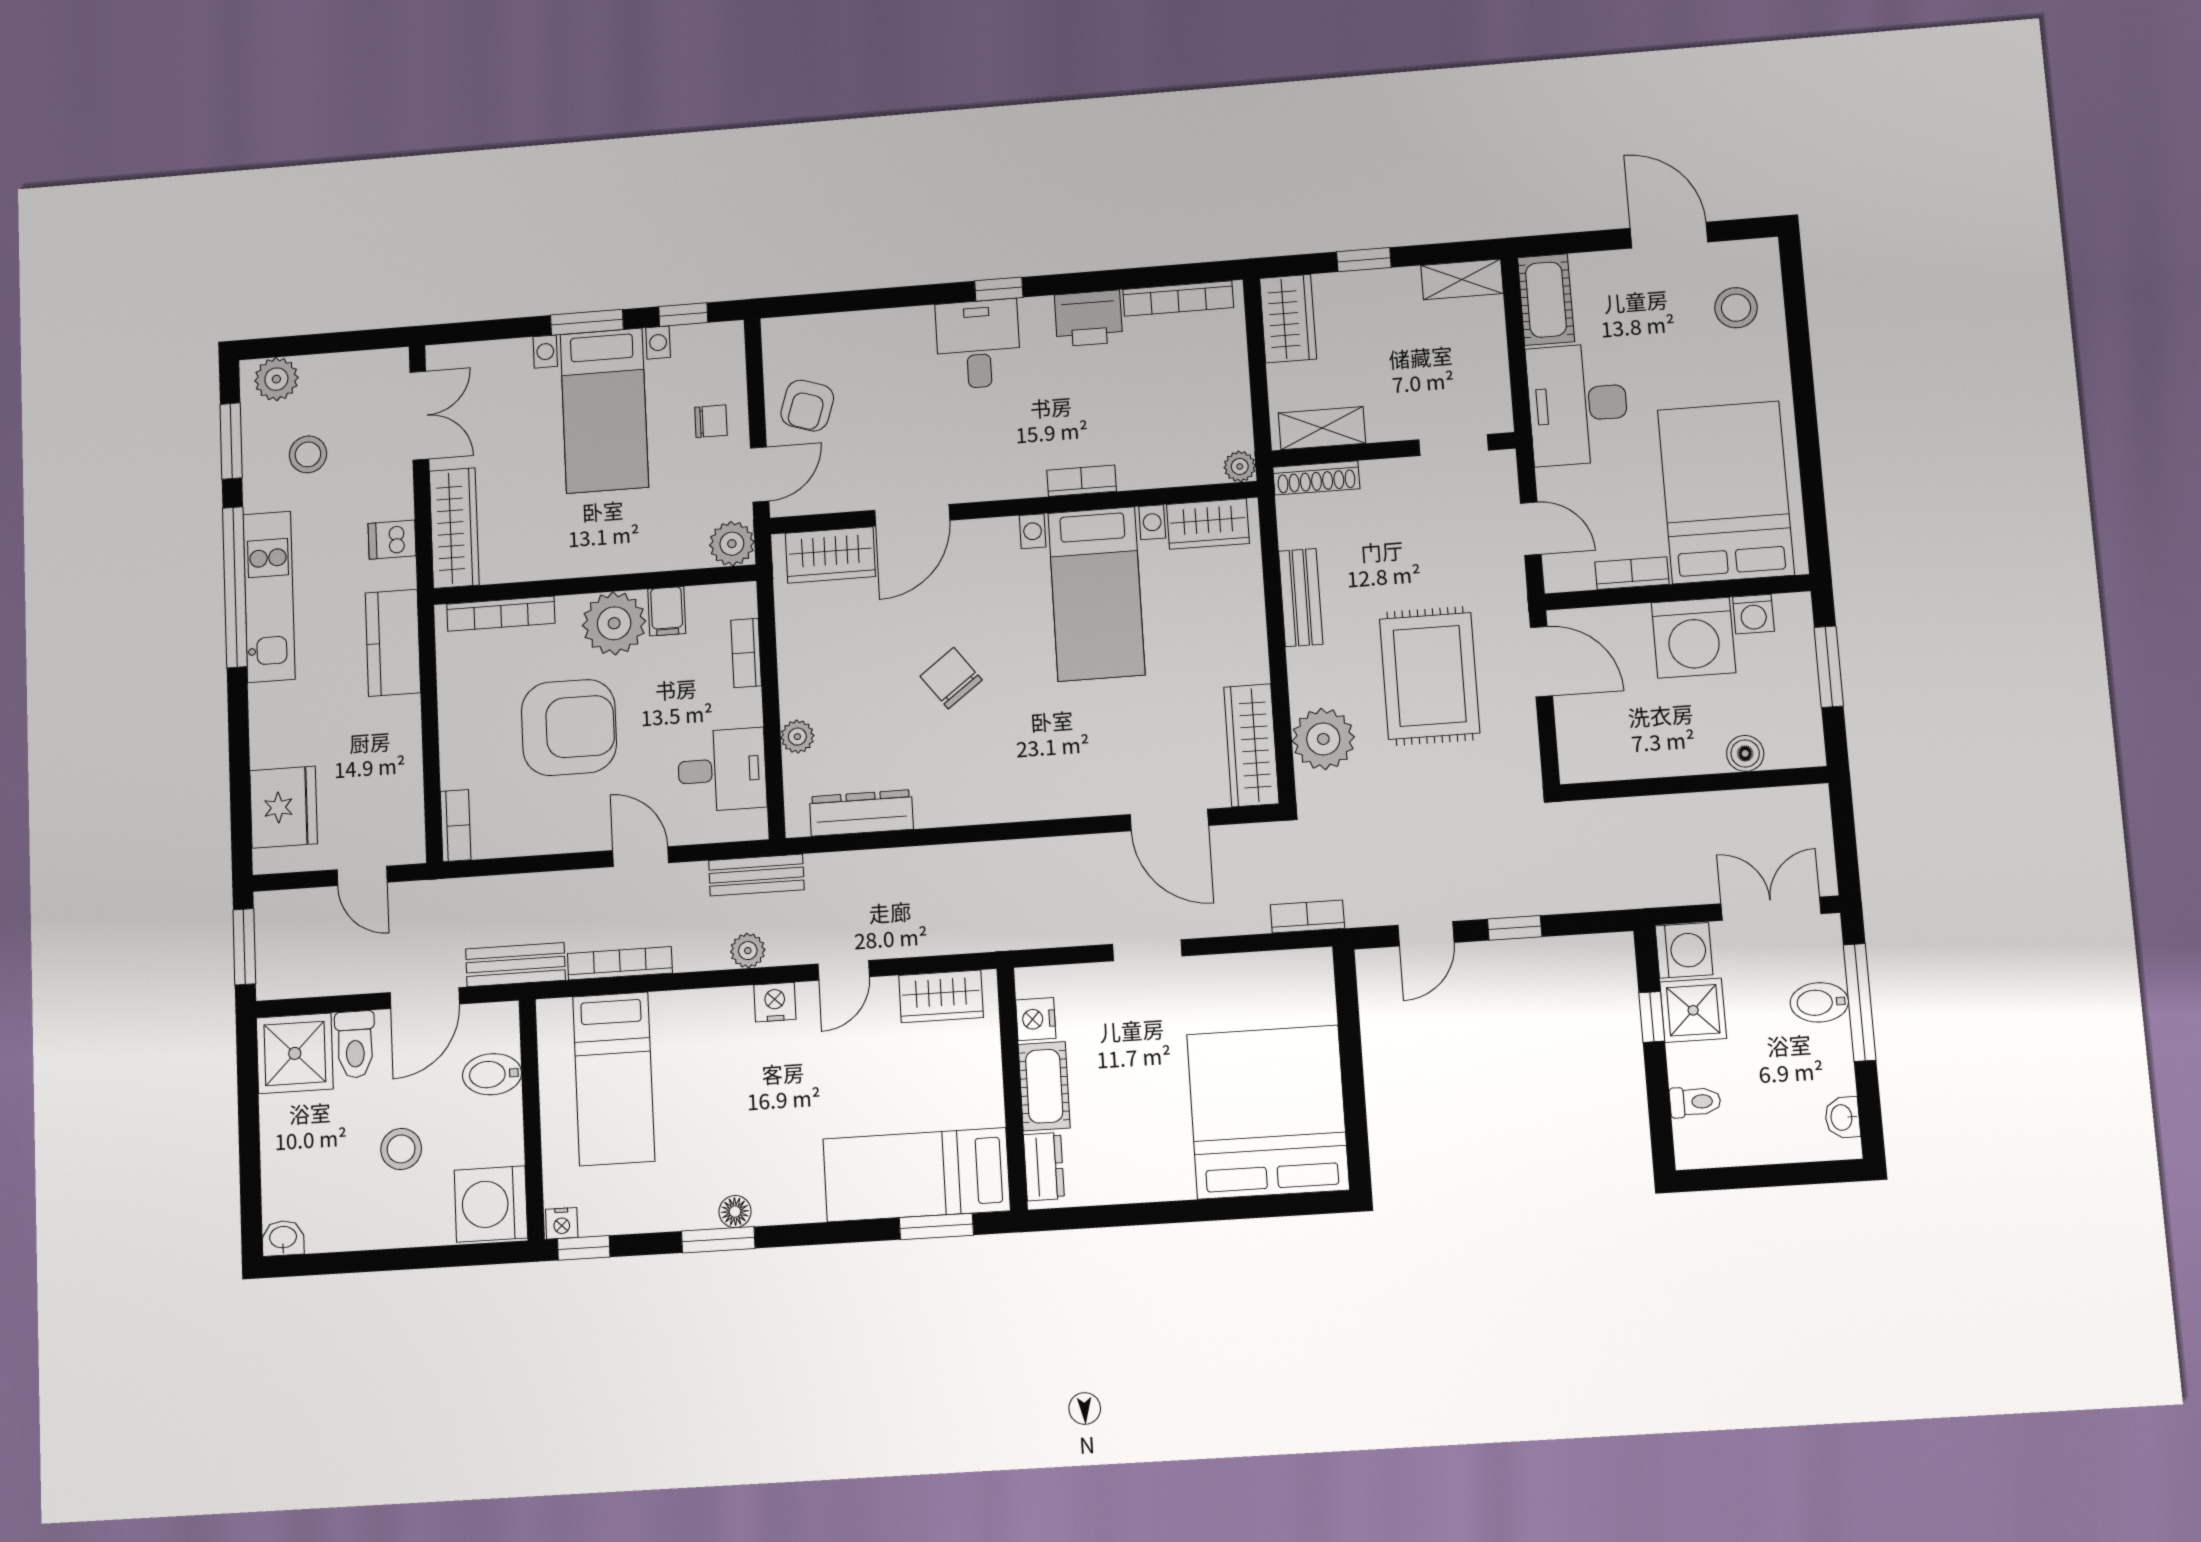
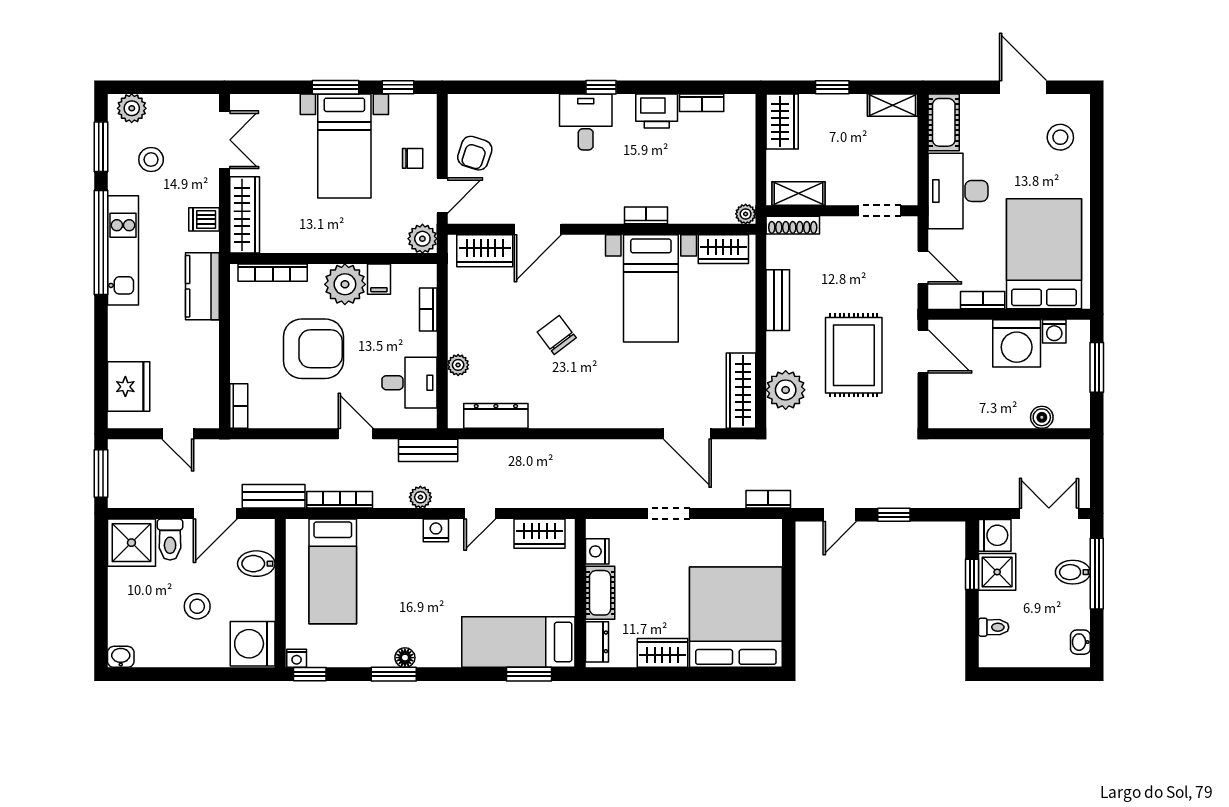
bookcase: (1178, 298) -> (702, 103), width x0.64
wardrobe: (1152, 1178) -> (662, 653), added

